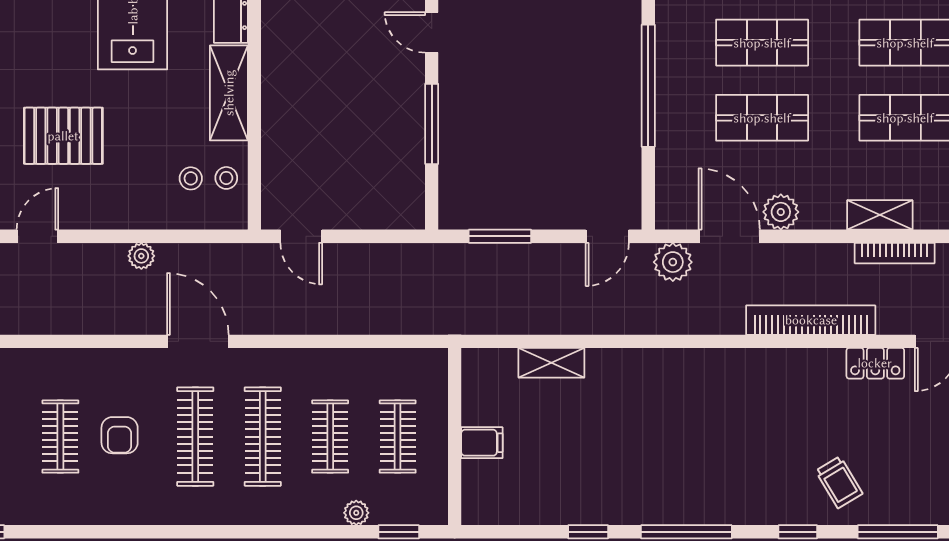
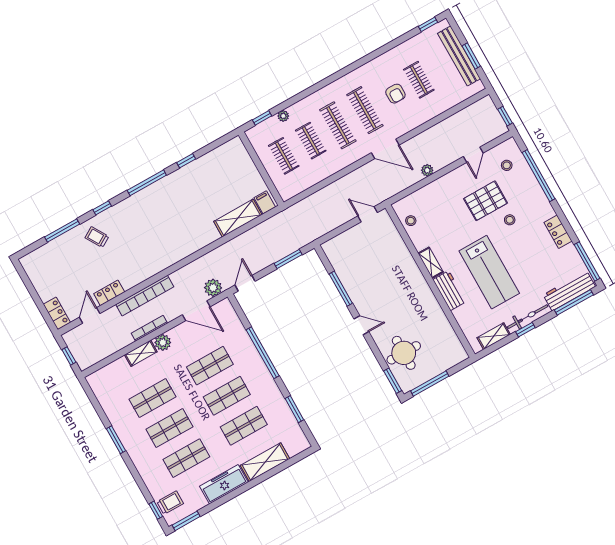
shelving: (229, 93) -> (431, 263), width x0.67, depth x0.75
stool: (191, 178) -> (510, 220), moved
plant: (781, 212) -> (163, 342), moved
bookcase: (895, 253) -> (149, 328), moved
shelving: (551, 363) -> (238, 218), width x1.50, depth x1.33
armchair: (120, 435) -> (395, 94), turned 180
filing cabinet: (482, 443) -> (265, 202), moved, turned 90

